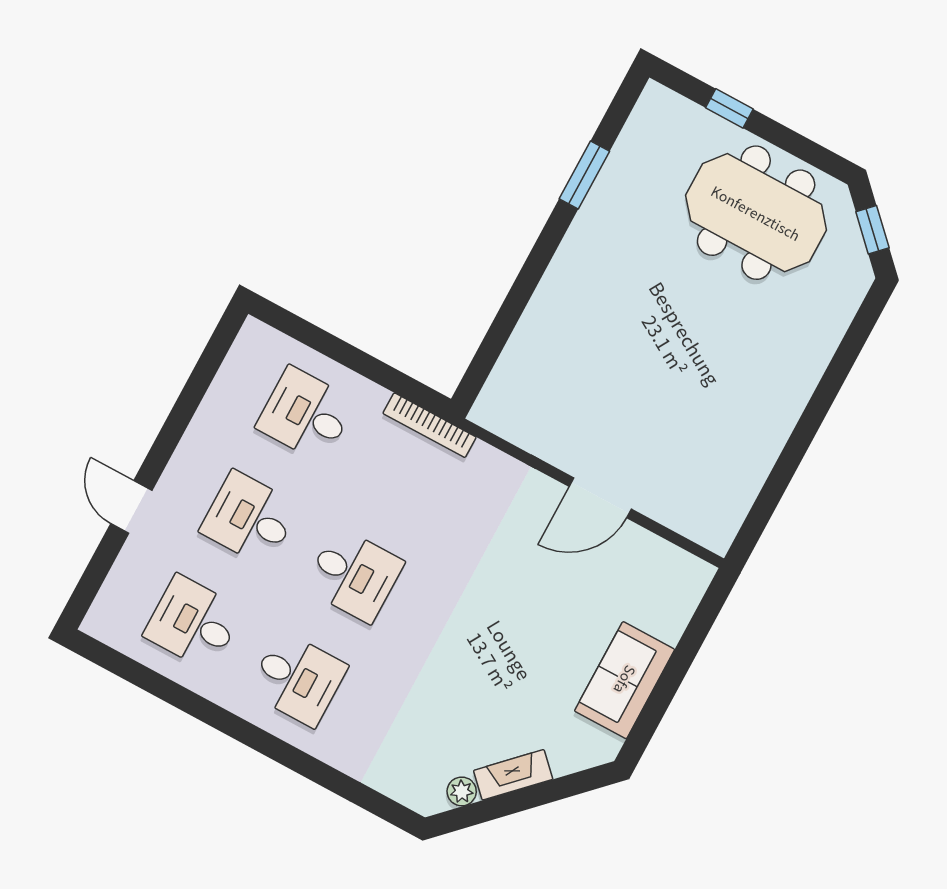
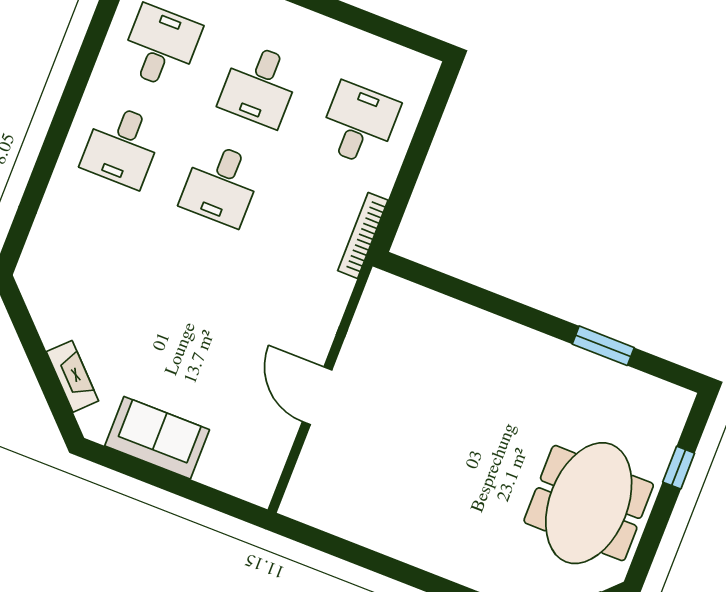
desk: (250, 518) -> (260, 85), turned 180
fireplace: (513, 775) -> (72, 376), moved
plant: (462, 791) -> (40, 305), removed

